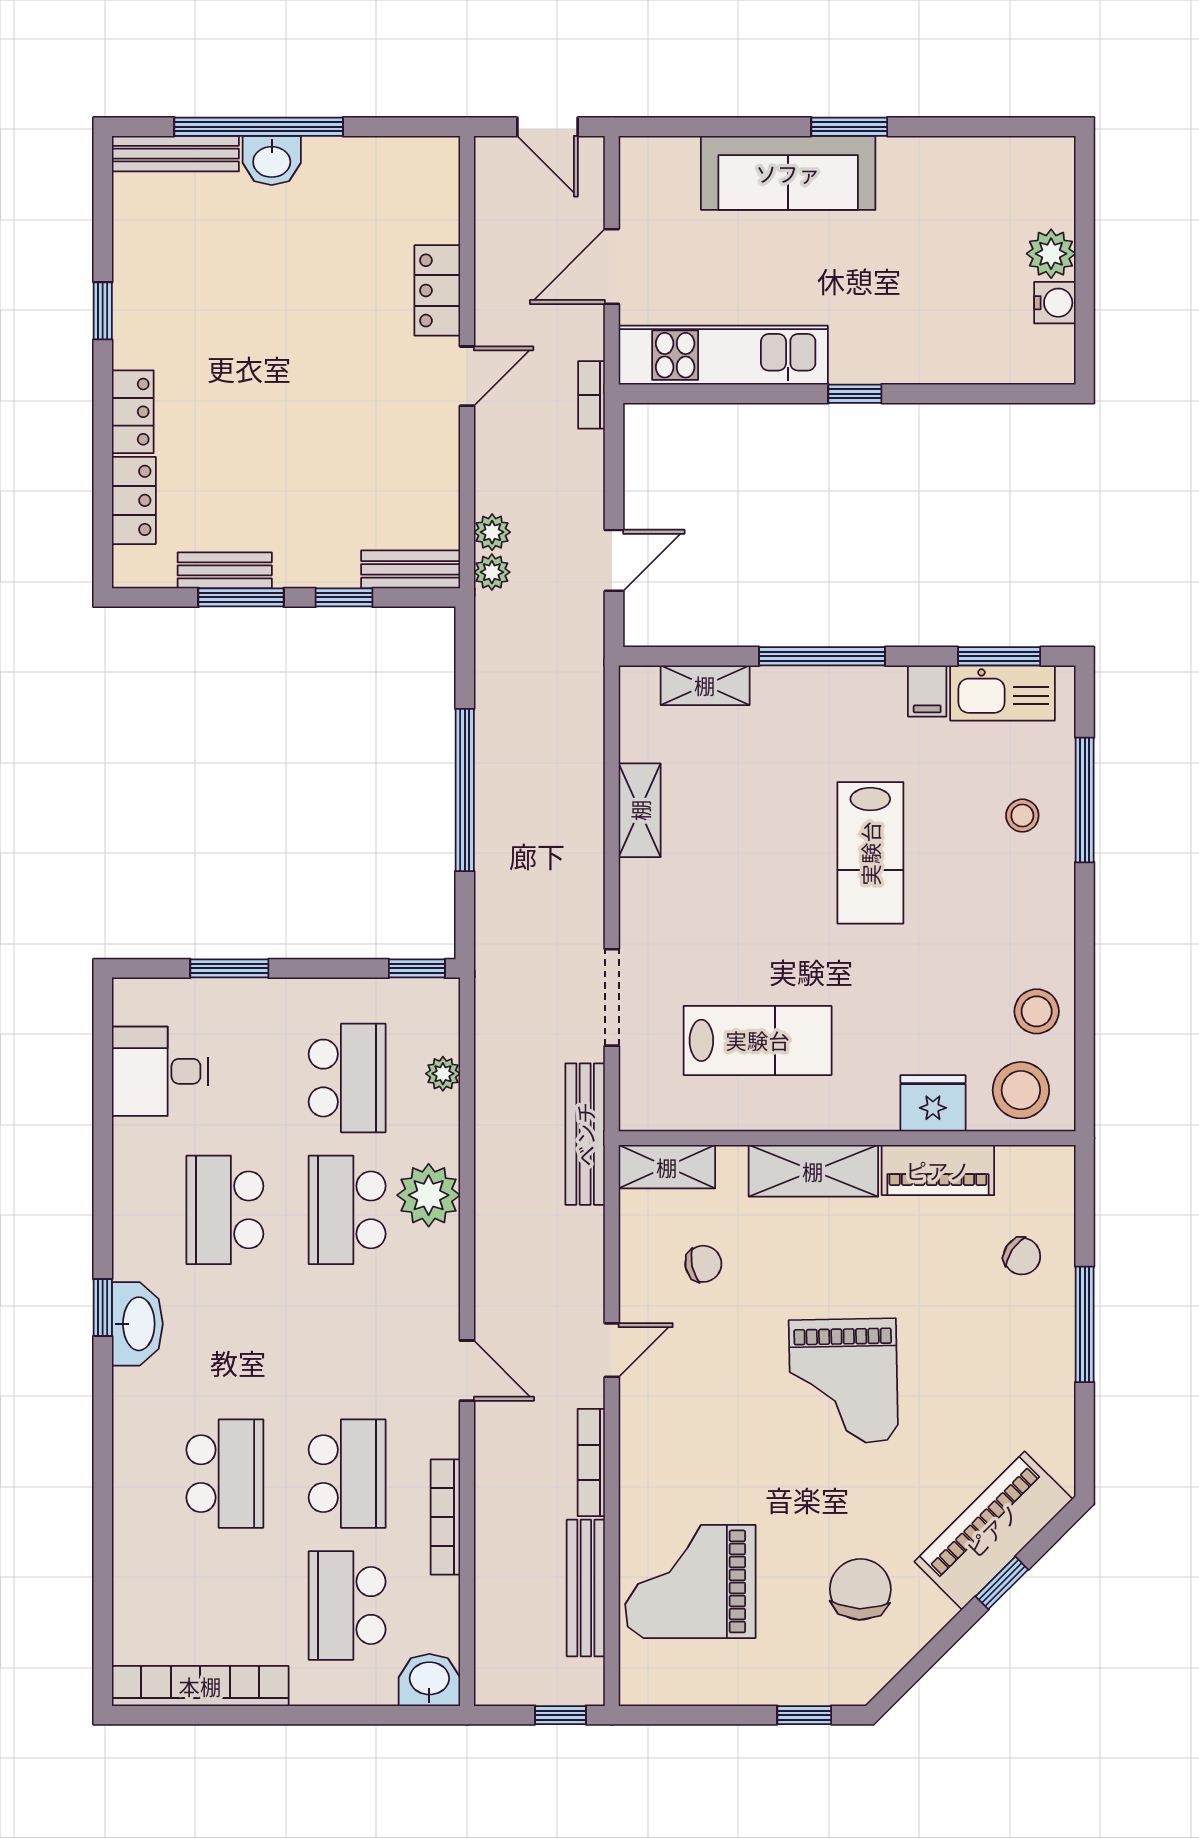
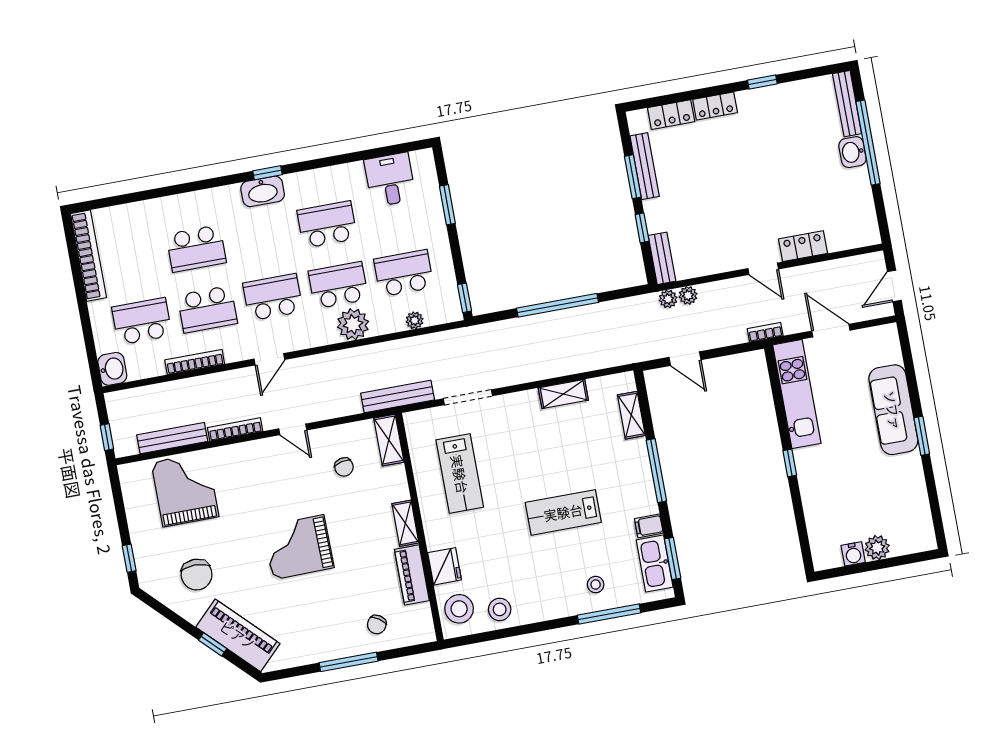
bench: (225, 570) -> (645, 166), width x1.36
school desk: (347, 1078) -> (404, 273), turned 180
shelving: (813, 1171) -> (405, 523), width x0.67, depth x0.75
school desk: (347, 1342) -> (273, 297), added
chair: (860, 1589) -> (197, 575), turned 88

